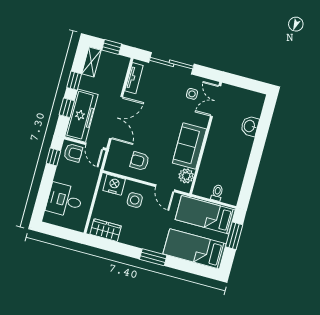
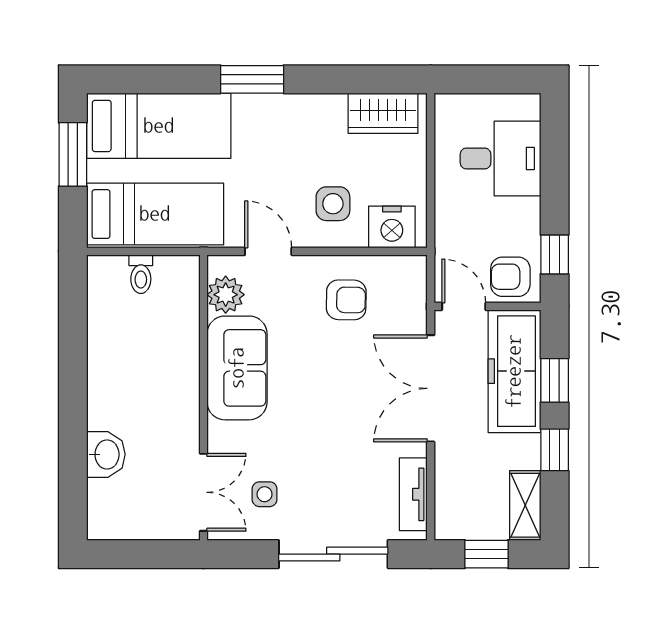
window: (234, 236) -> (73, 154), moved

